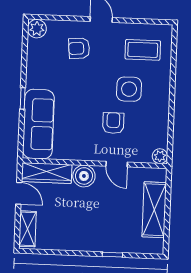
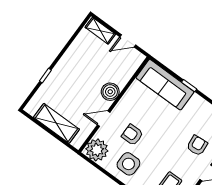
side table: (129, 89) -> (128, 164), moved
armchair: (113, 123) -> (132, 135), turned 180
plant: (160, 156) -> (97, 150), width x1.87, depth x1.87
wardrobe: (47, 173) -> (129, 68), removed

